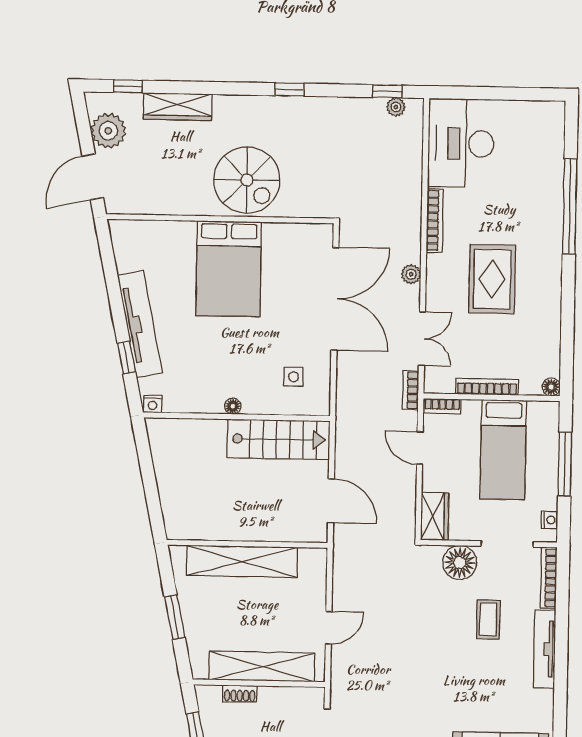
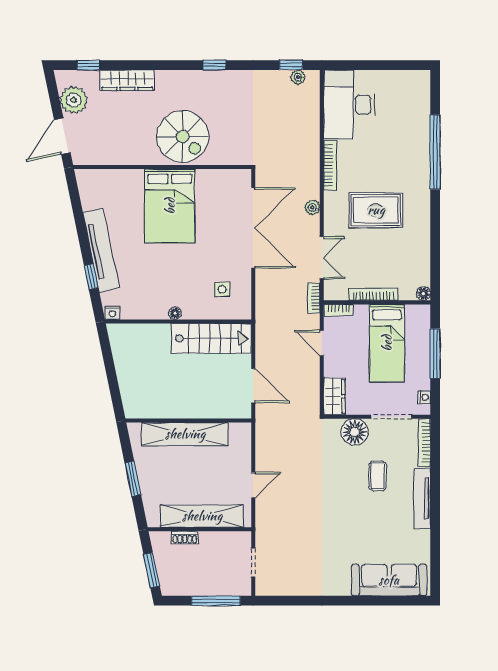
rug: (492, 279) -> (376, 210), turned 90

